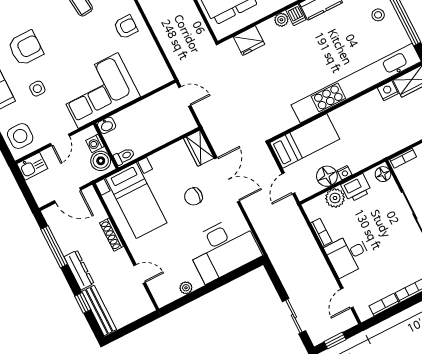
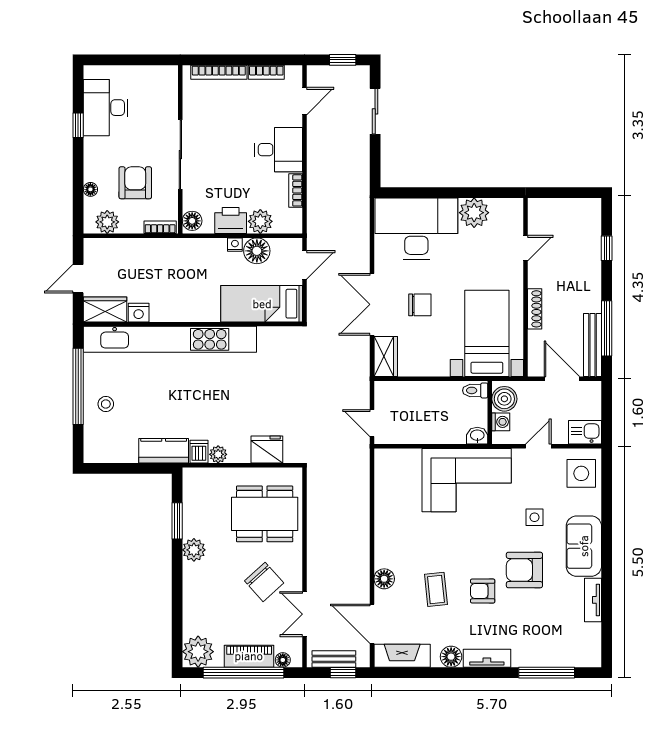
armchair: (126, 27) -> (483, 591), moved
dresser: (79, 270) -> (592, 288), removed
door: (140, 274) -> (526, 248), swing flipped
plant: (186, 288) -> (474, 213), width x1.87, depth x1.87
bench: (99, 310) -> (593, 345), moved

